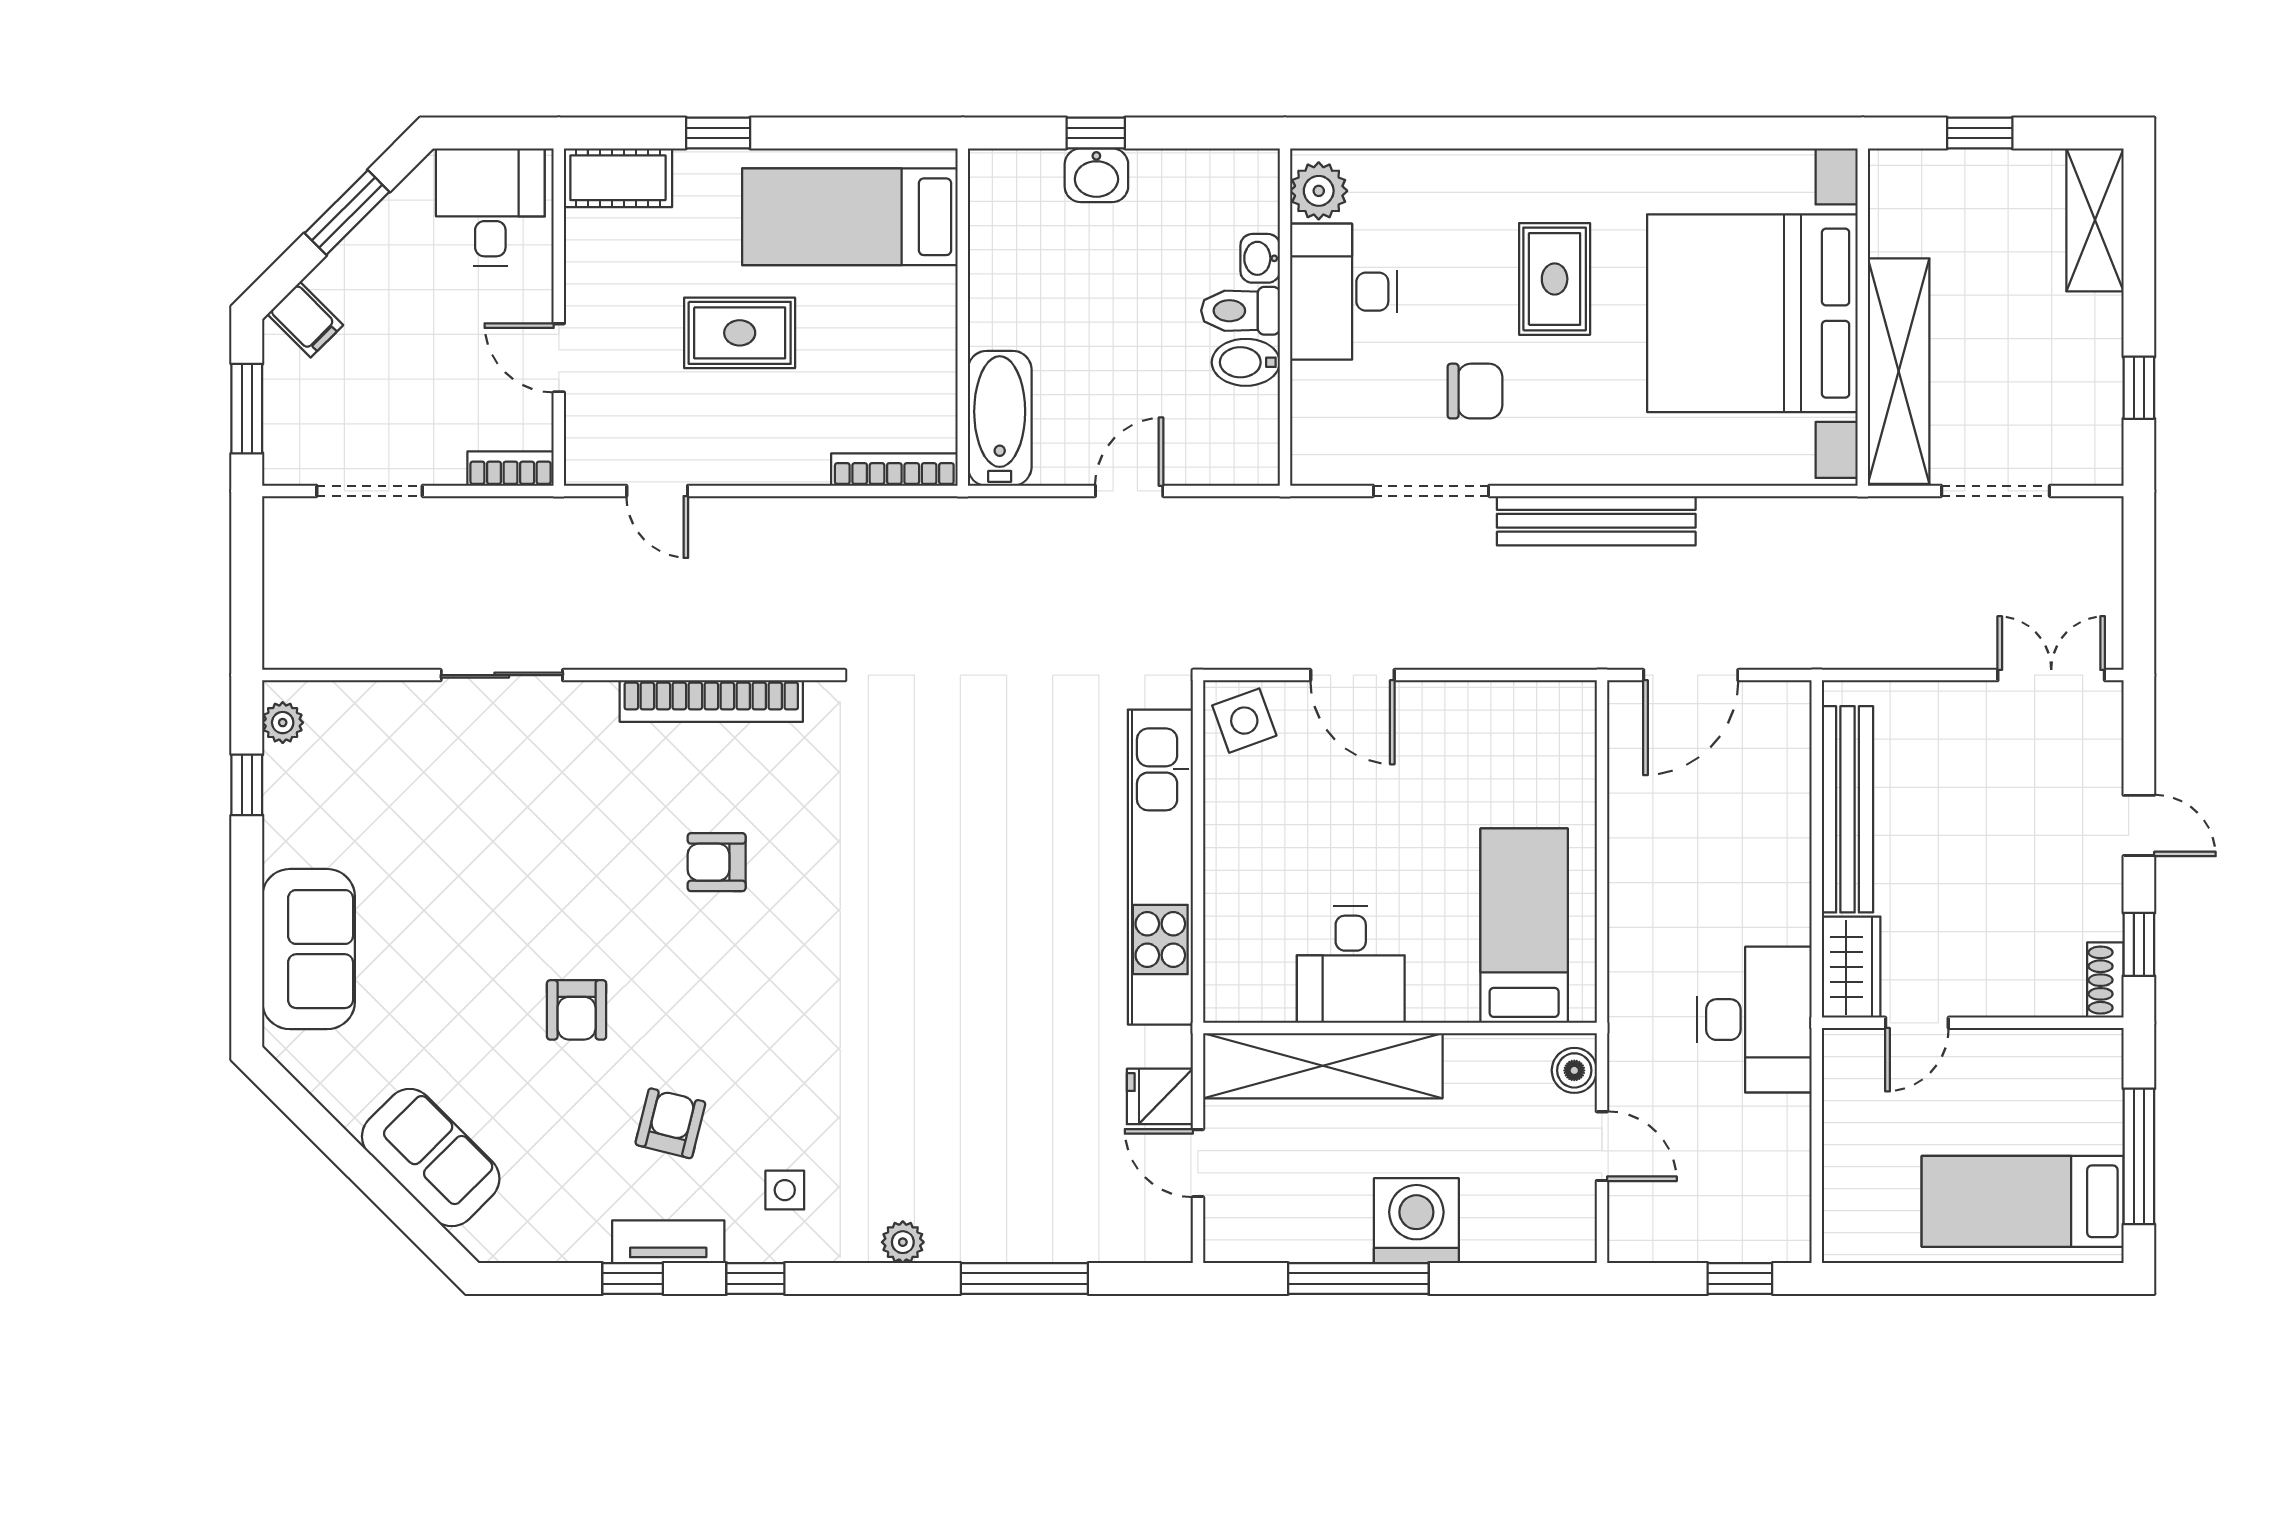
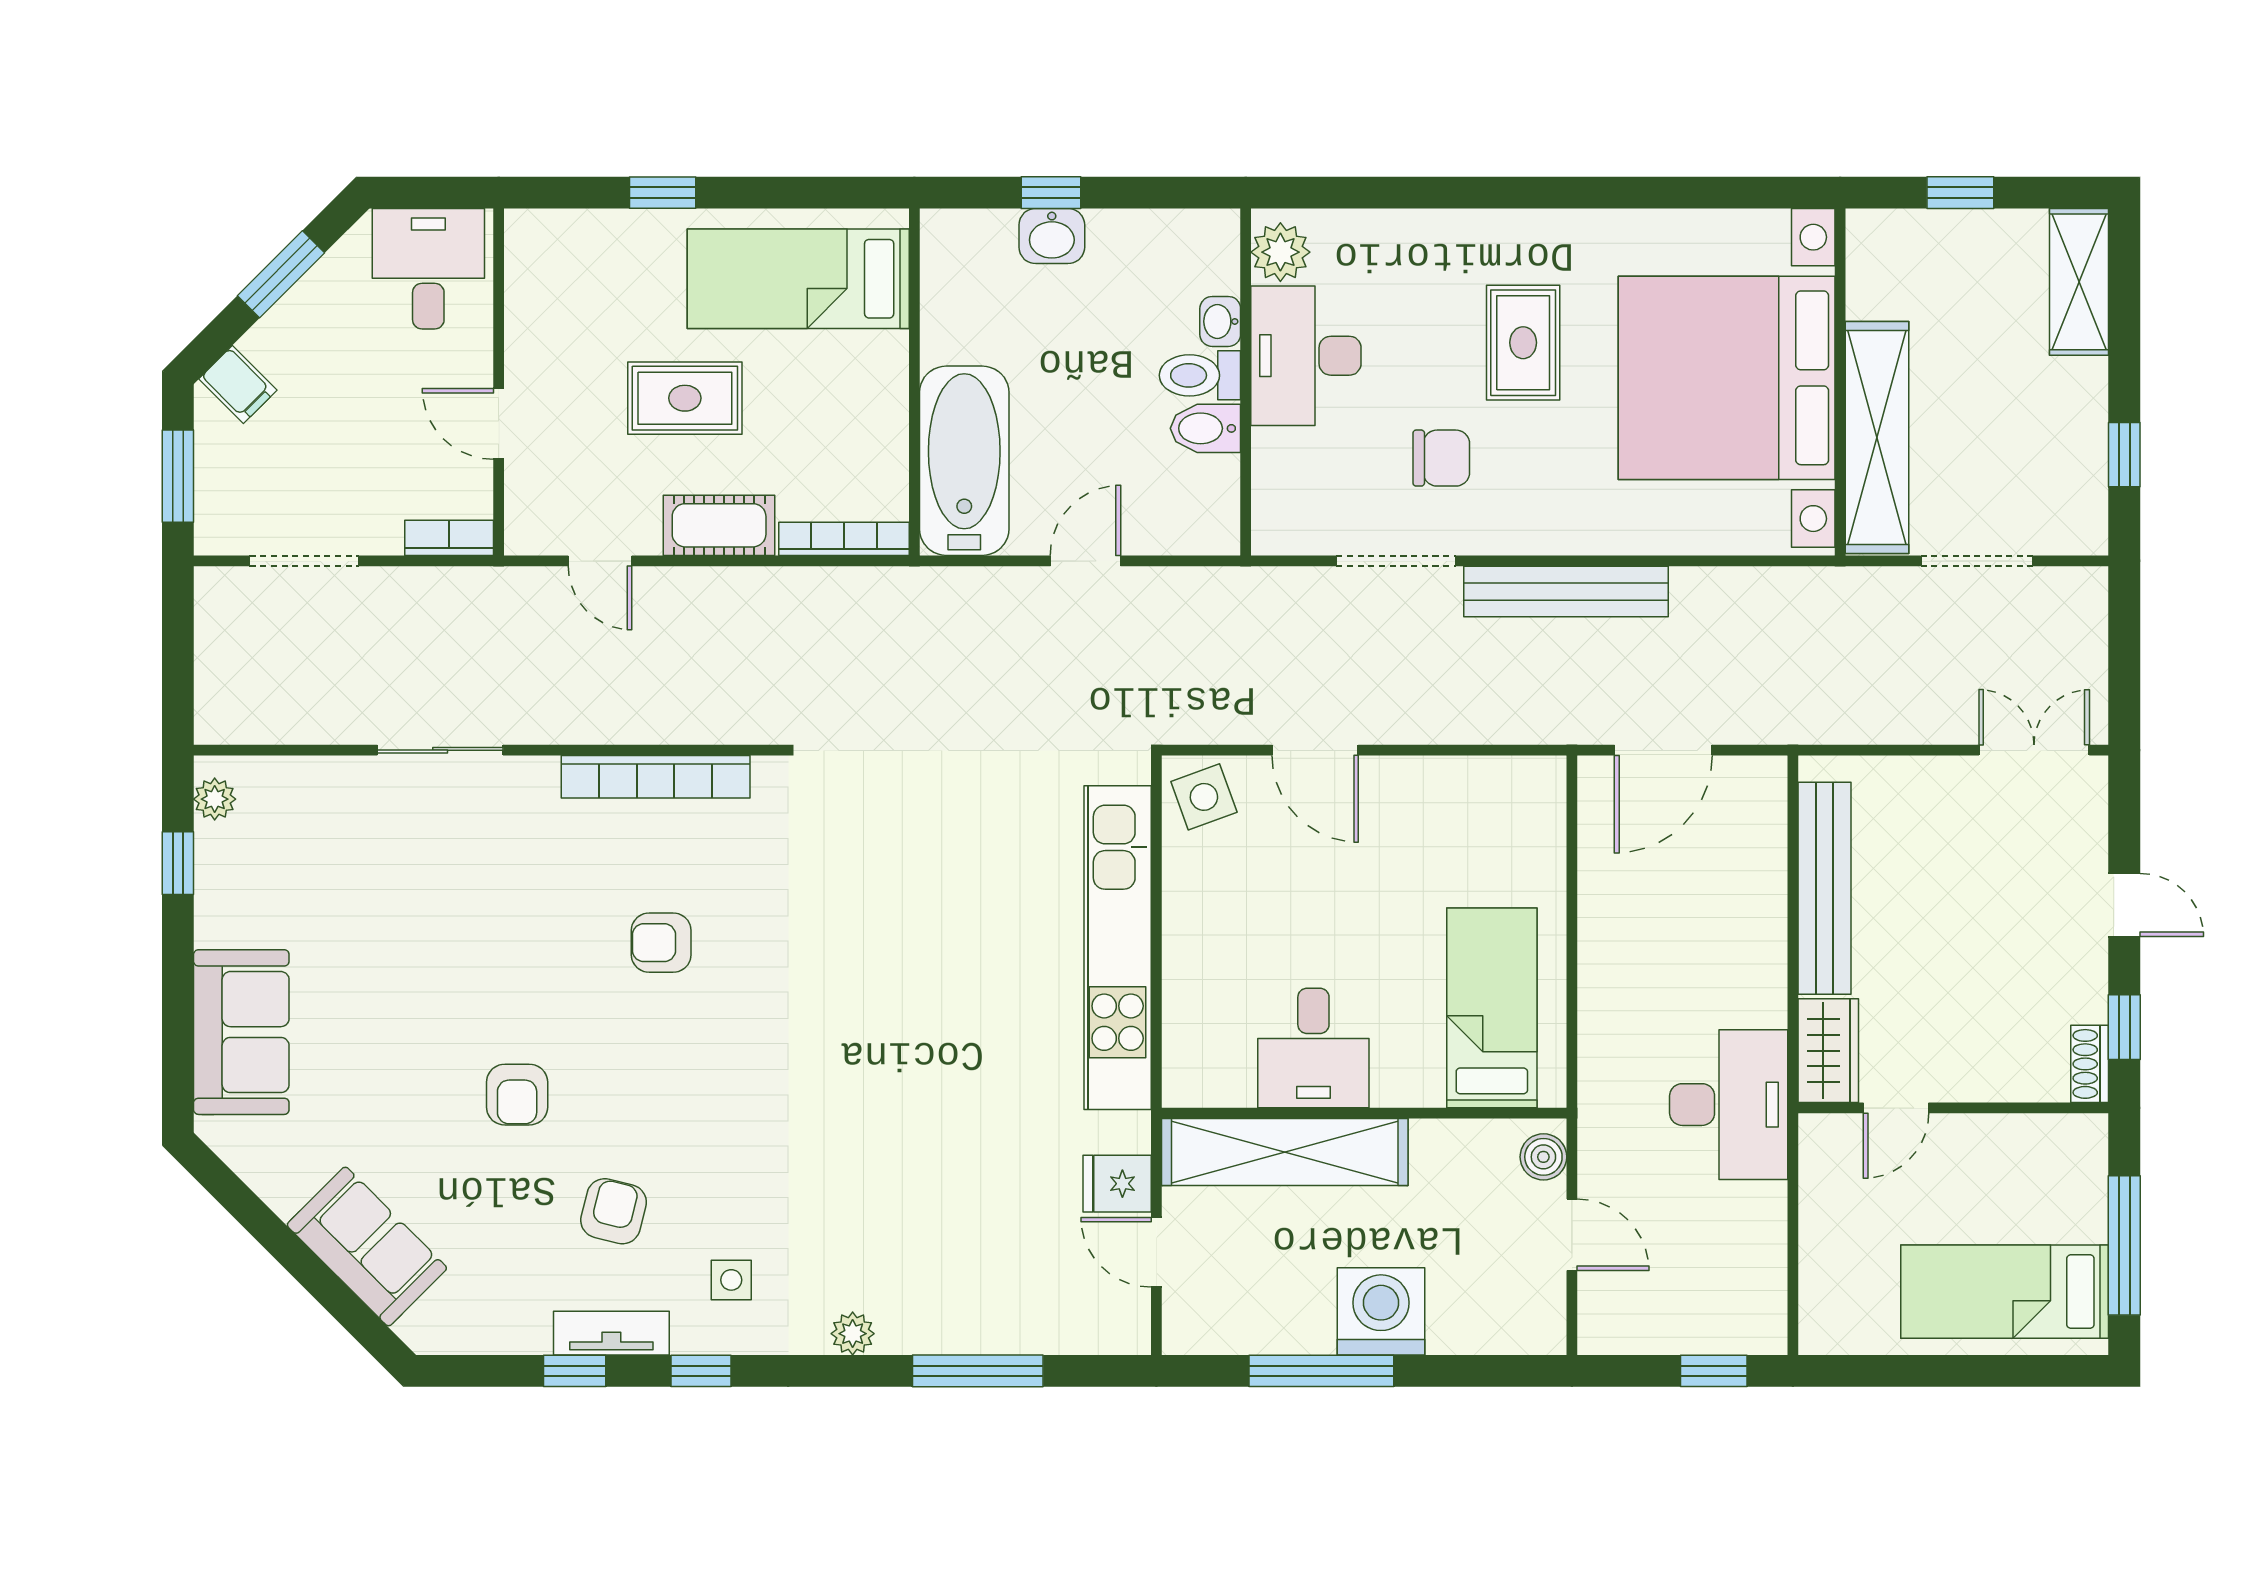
cot: (618, 178) -> (719, 525), moved
bathtub: (1000, 418) -> (964, 461), width x1.36, depth x1.36

